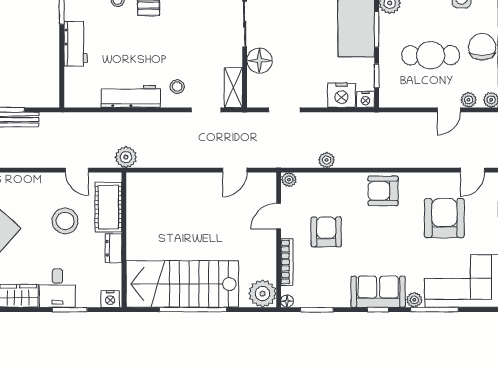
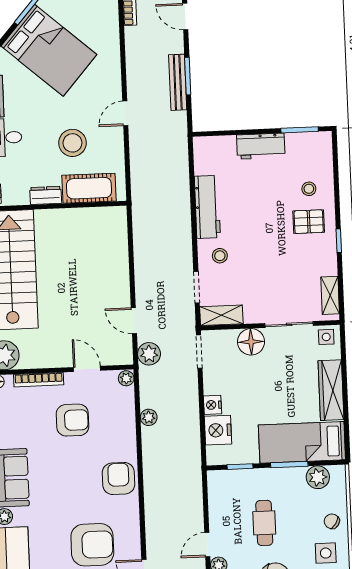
cafe table: (431, 55) -> (264, 523), width x0.73, depth x0.74
nightstand: (365, 99) -> (212, 405), moved
doorway: (284, 110) -> (199, 352), moved
door: (449, 110) -> (207, 545), hinge flipped
plant: (126, 157) -> (149, 354), moved
door: (77, 170) -> (125, 113), moved

